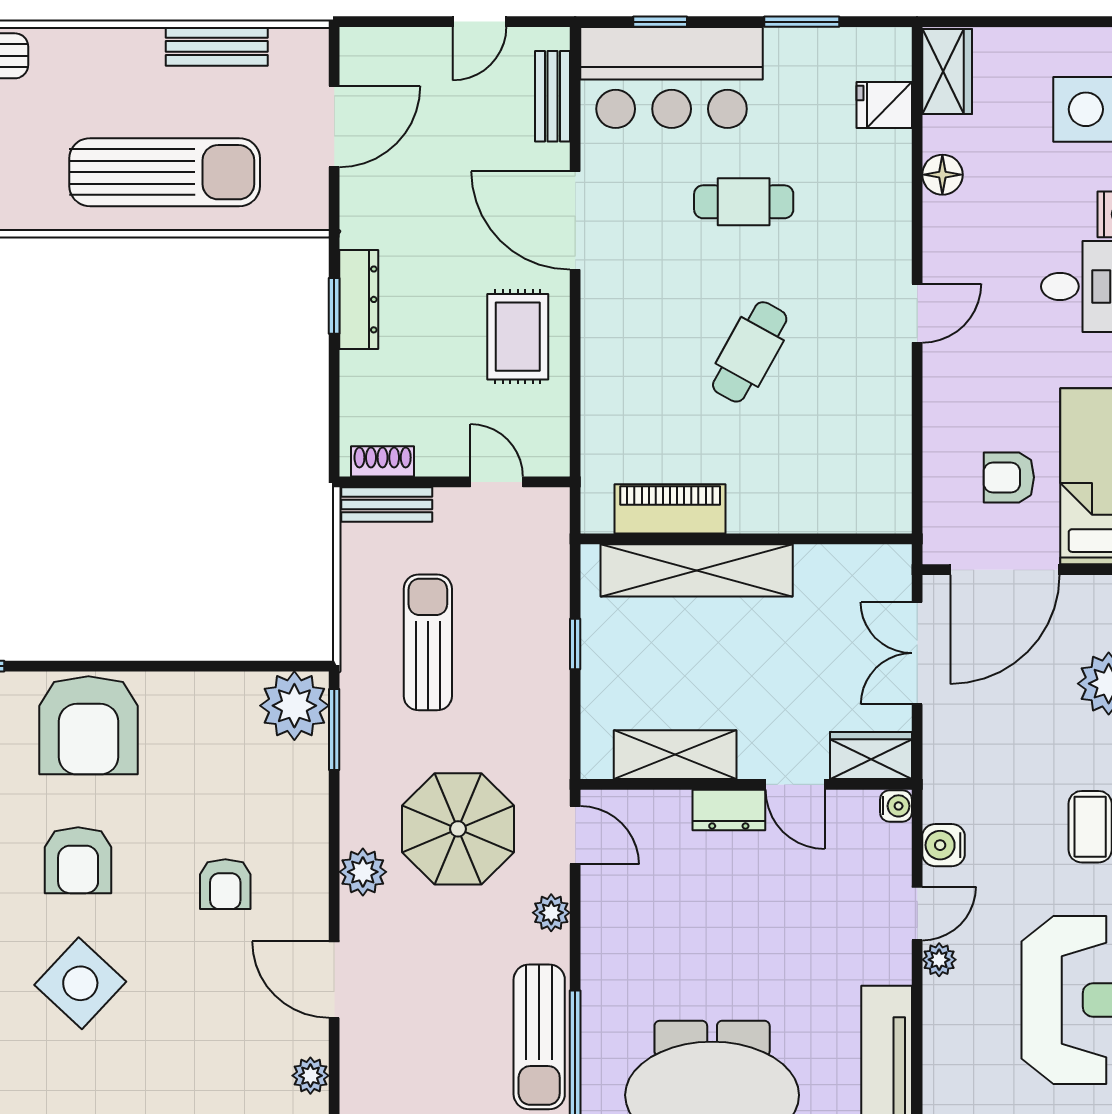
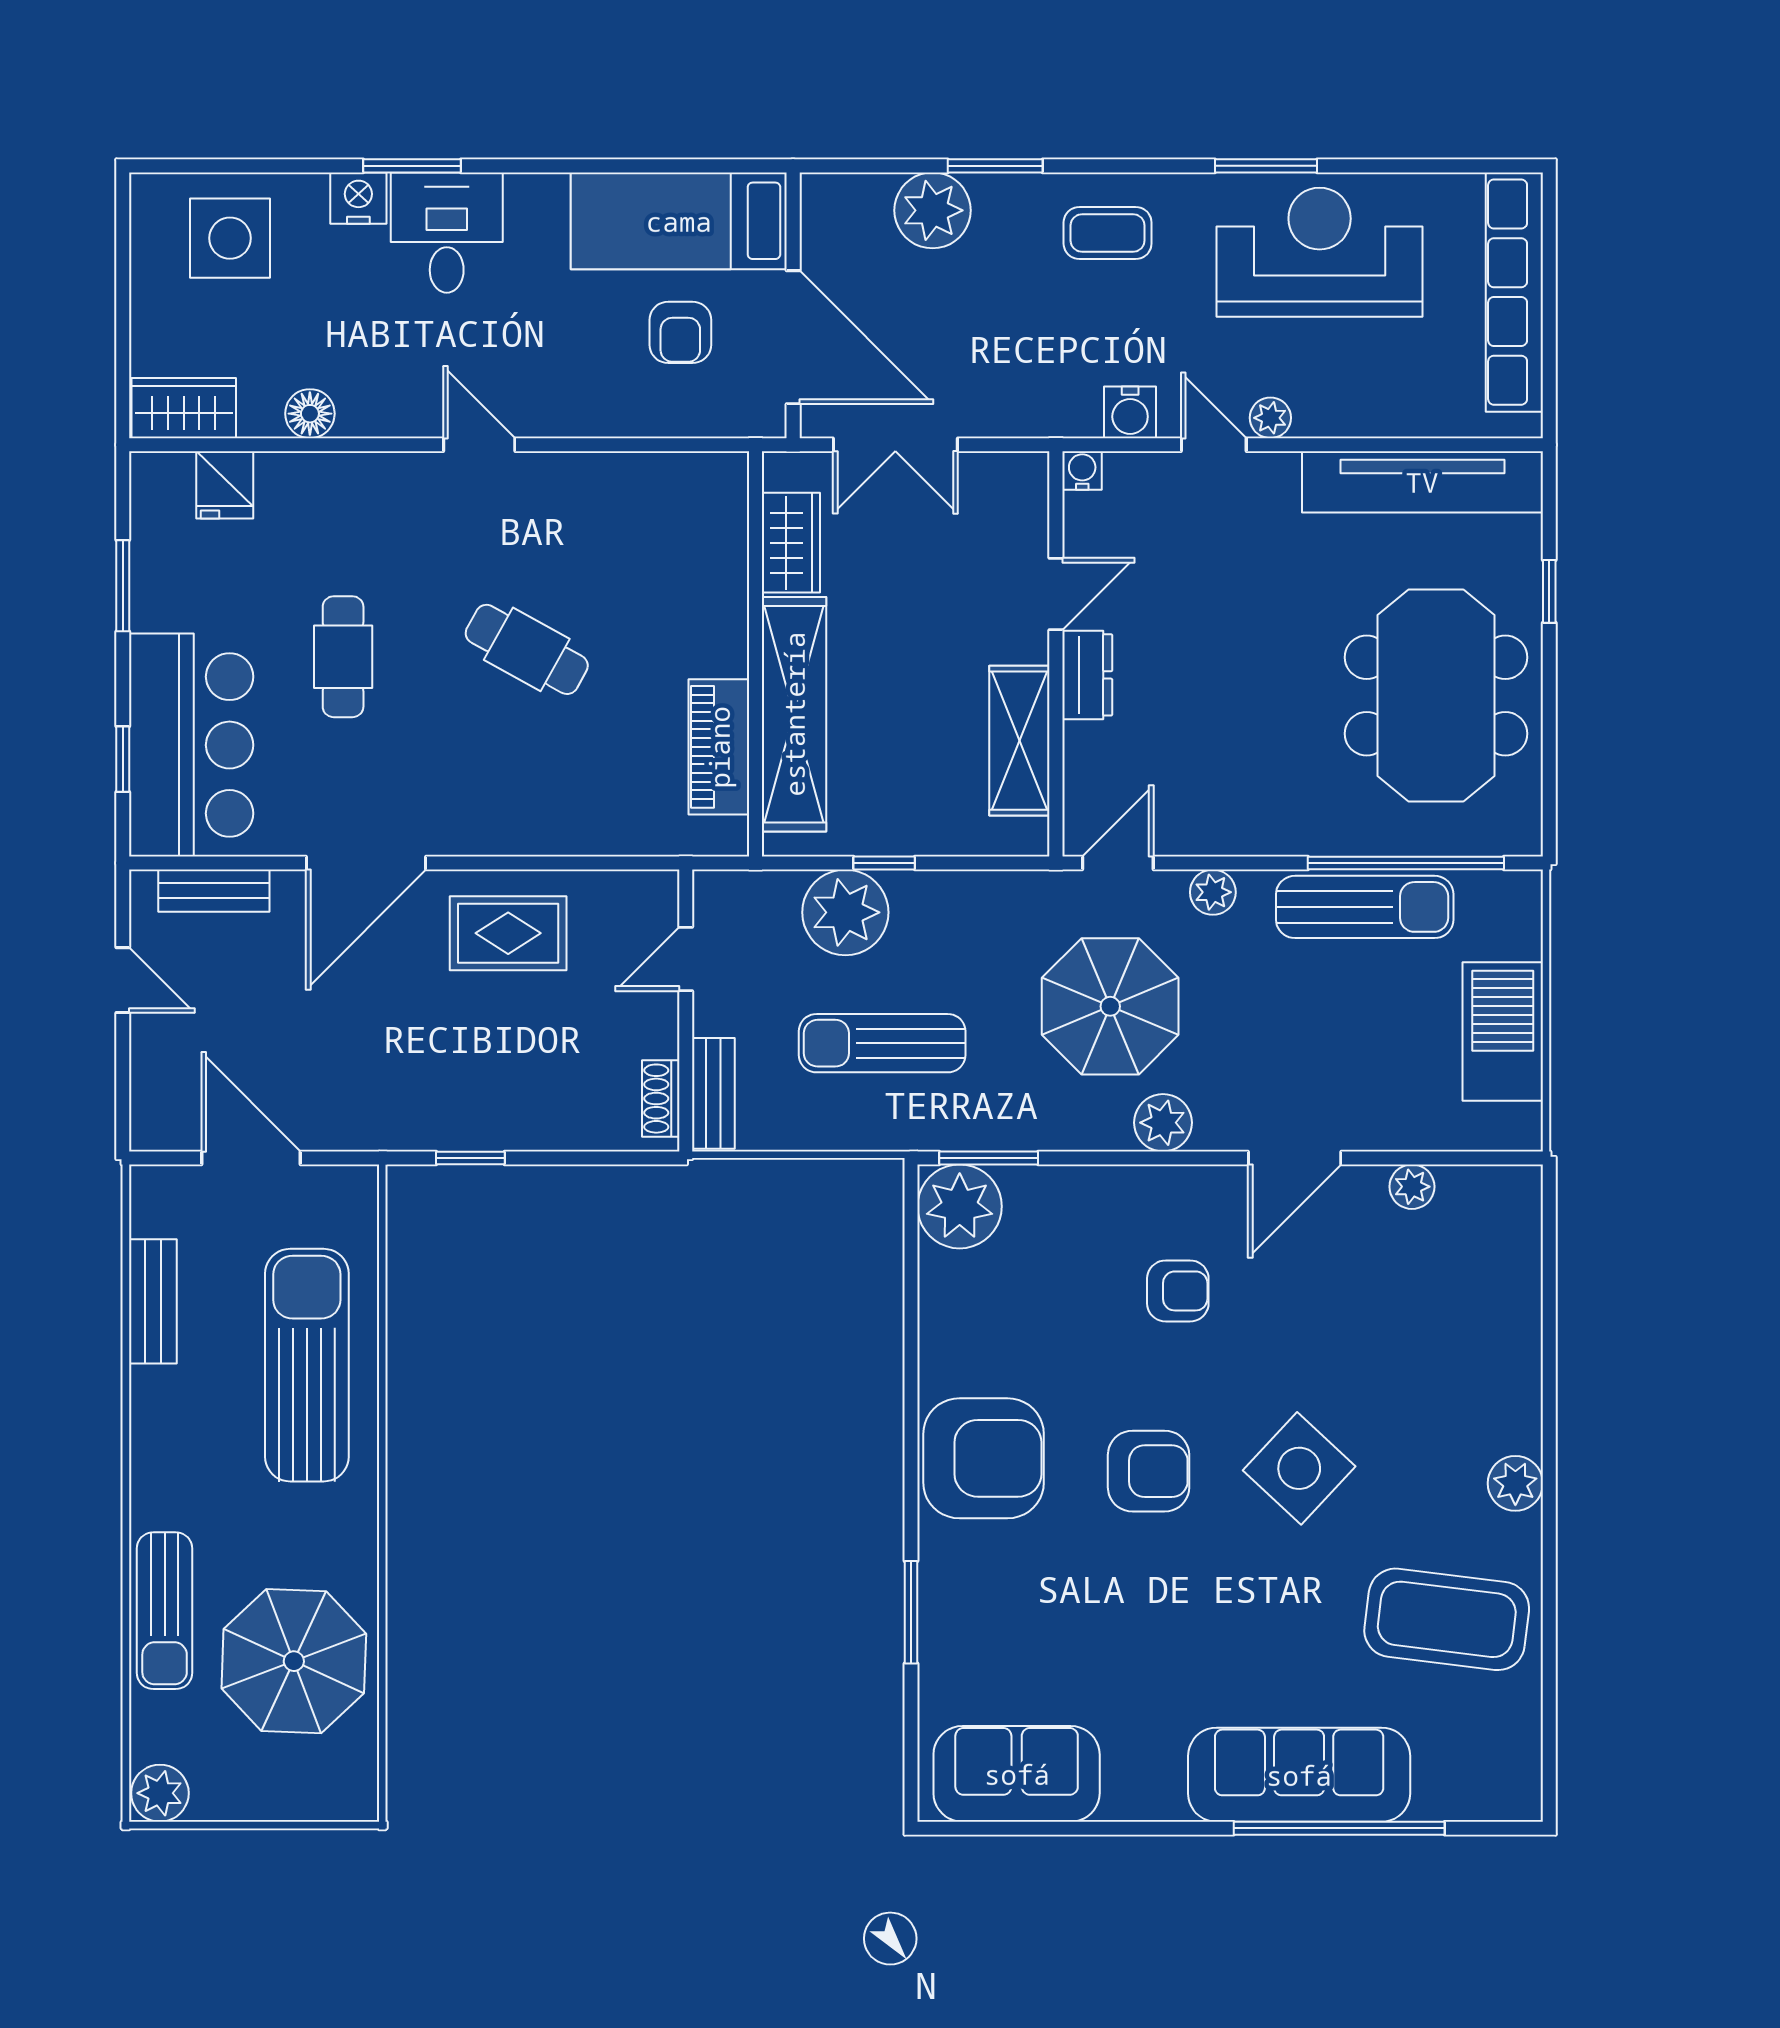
dresser: (359, 299) -> (463, 1128), removed
plant: (535, 612) -> (845, 912), added
wardrobe: (871, 755) -> (791, 543), moved, turned 180

